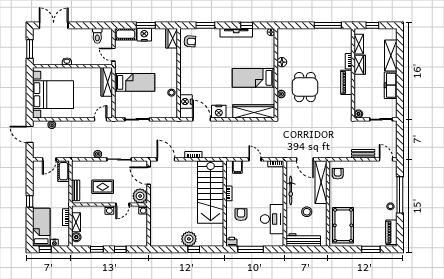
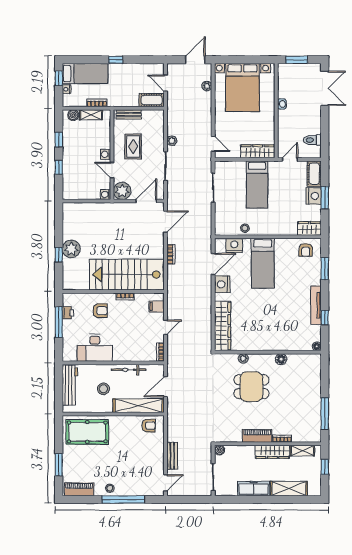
wardrobe: (360, 65) -> (272, 452), width x1.50
bed: (254, 78) -> (263, 263), moved, turned 180
printer: (232, 242) -> (68, 313), moved

